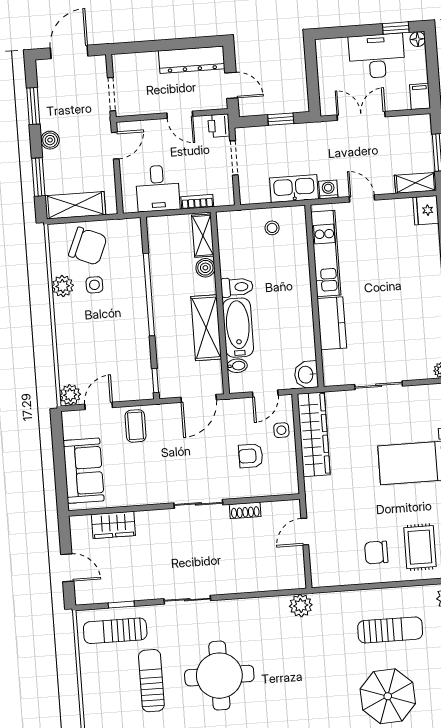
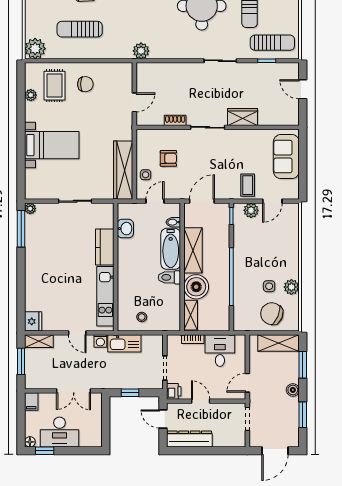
boiler: (205, 268) -> (196, 287), width x1.86, depth x1.86
washbasin: (306, 375) -> (125, 229), moved
plant: (70, 395) -> (251, 210), moved
wardrobe: (113, 525) -> (243, 117), moved

